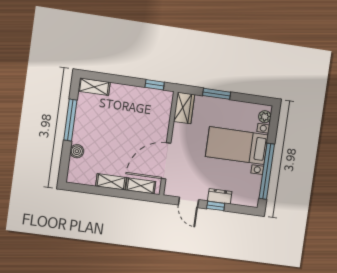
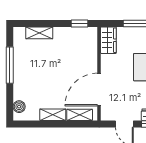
shelving: (94, 87) -> (39, 33), moved
boiler: (77, 151) -> (19, 107), moved

